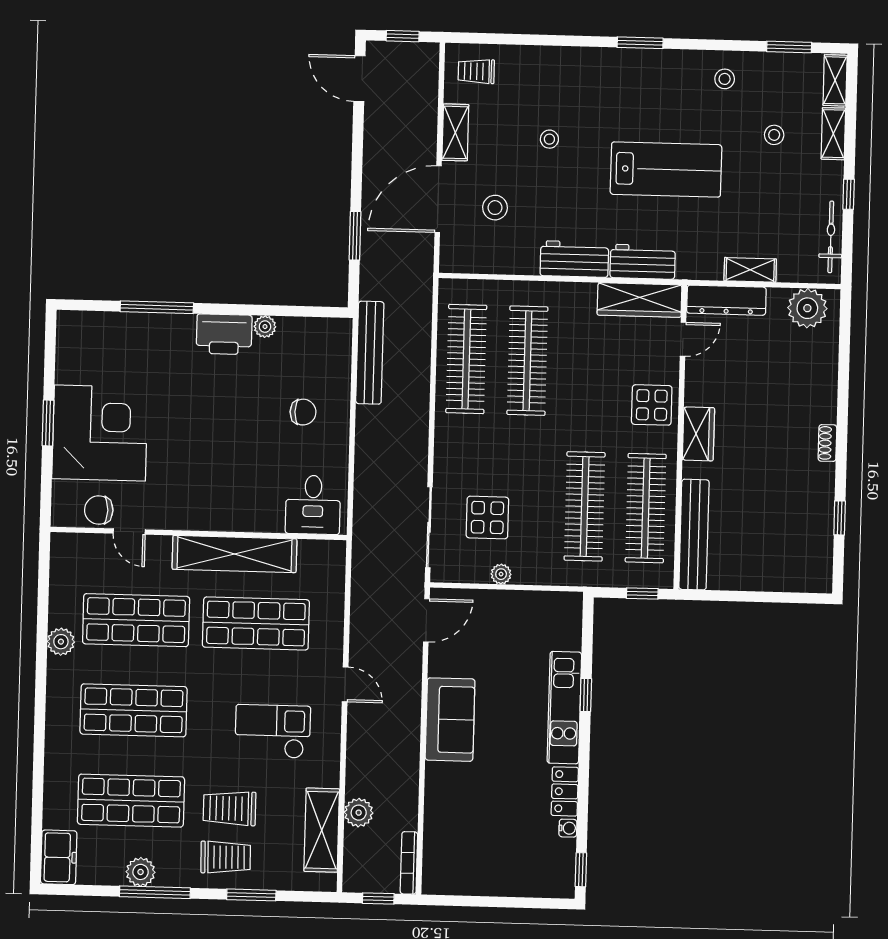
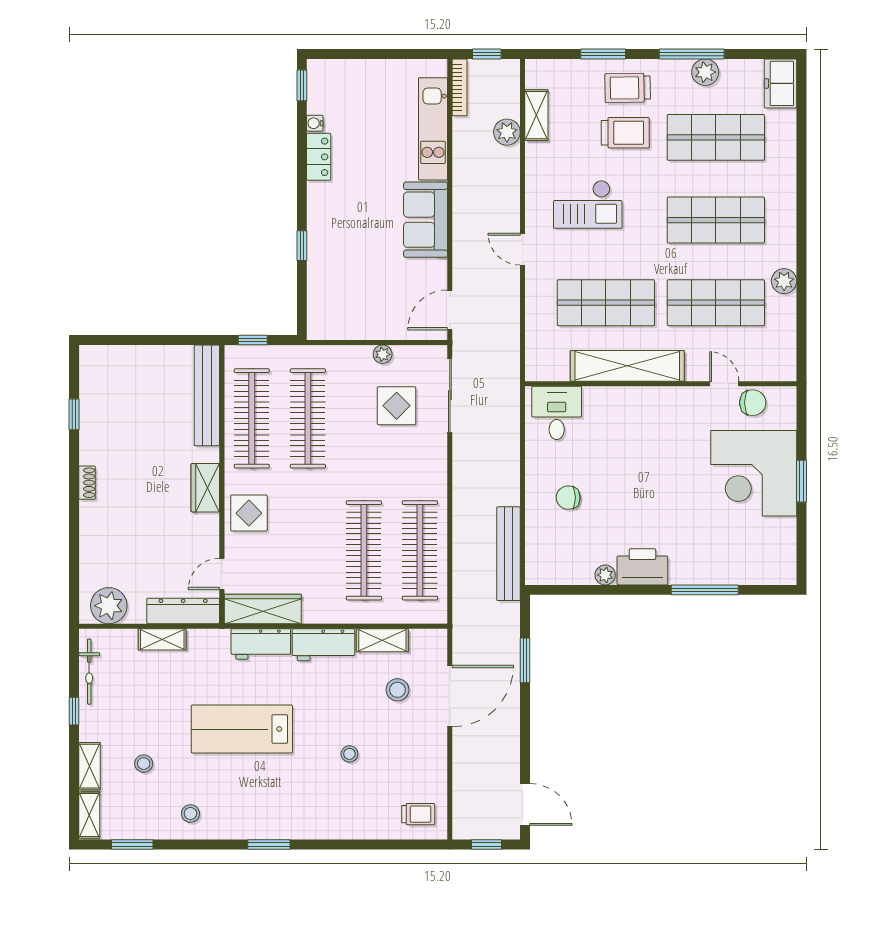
shelving: (455, 132) -> (382, 640), moved, turned 90
kitchen unit: (564, 708) -> (433, 129), moved, turned 180
shelving: (322, 830) -> (536, 115), width x0.67, depth x0.75

